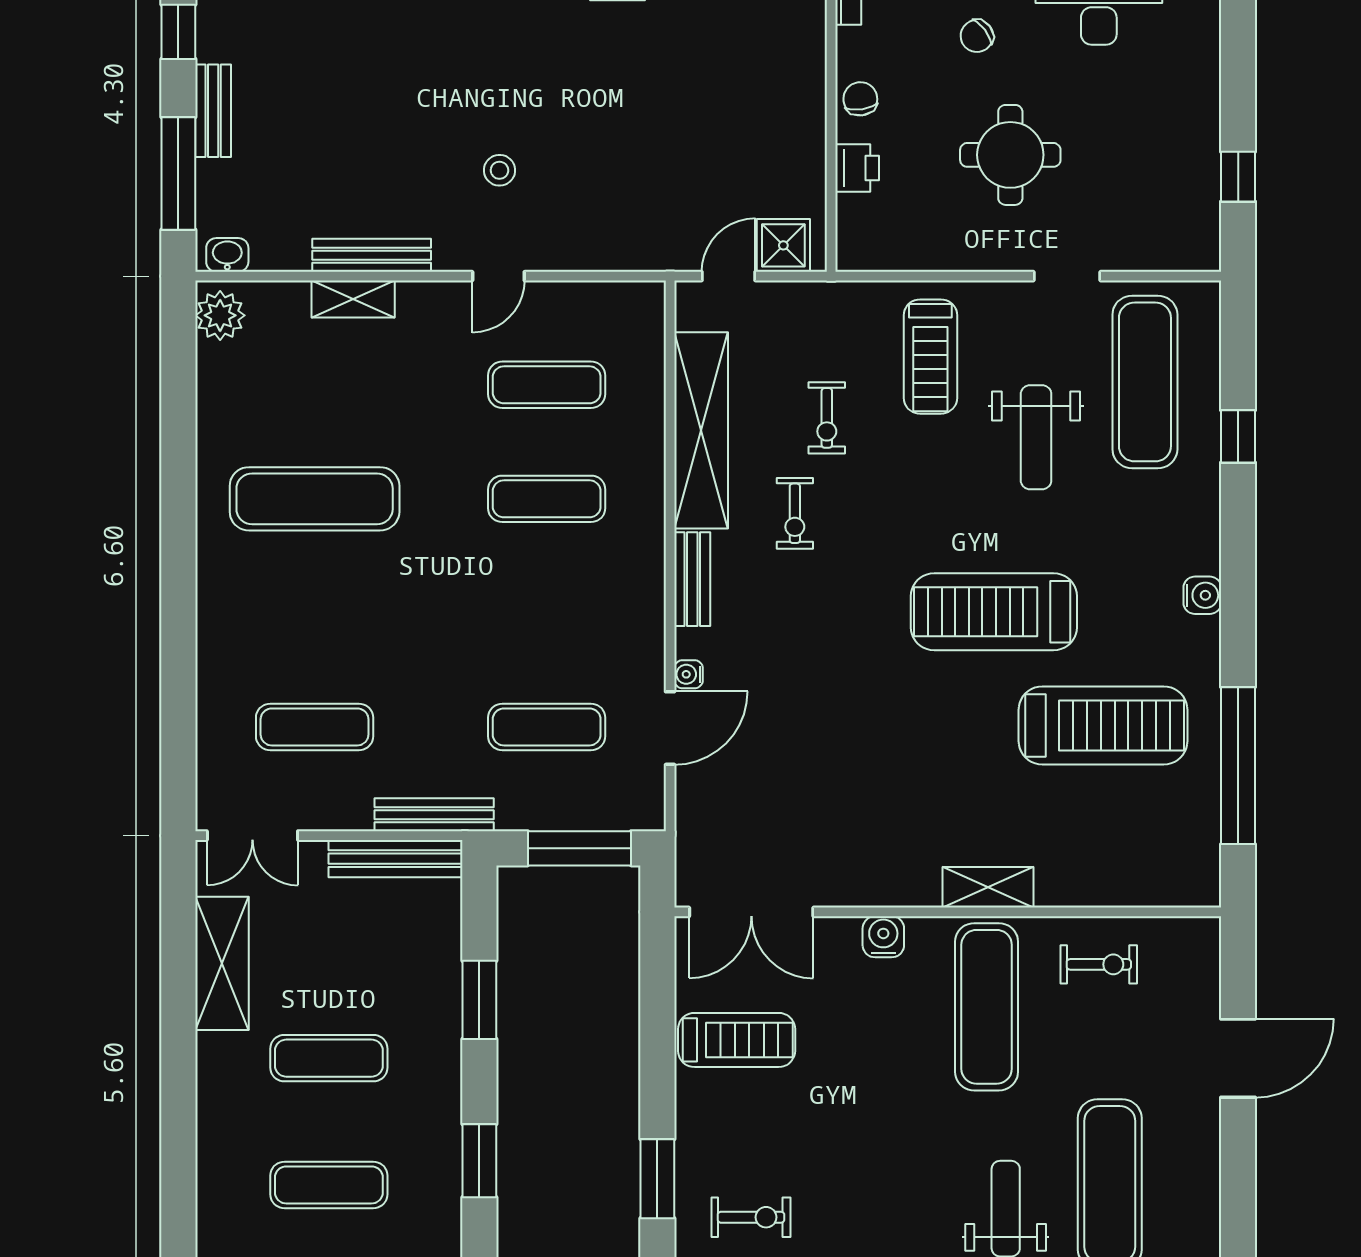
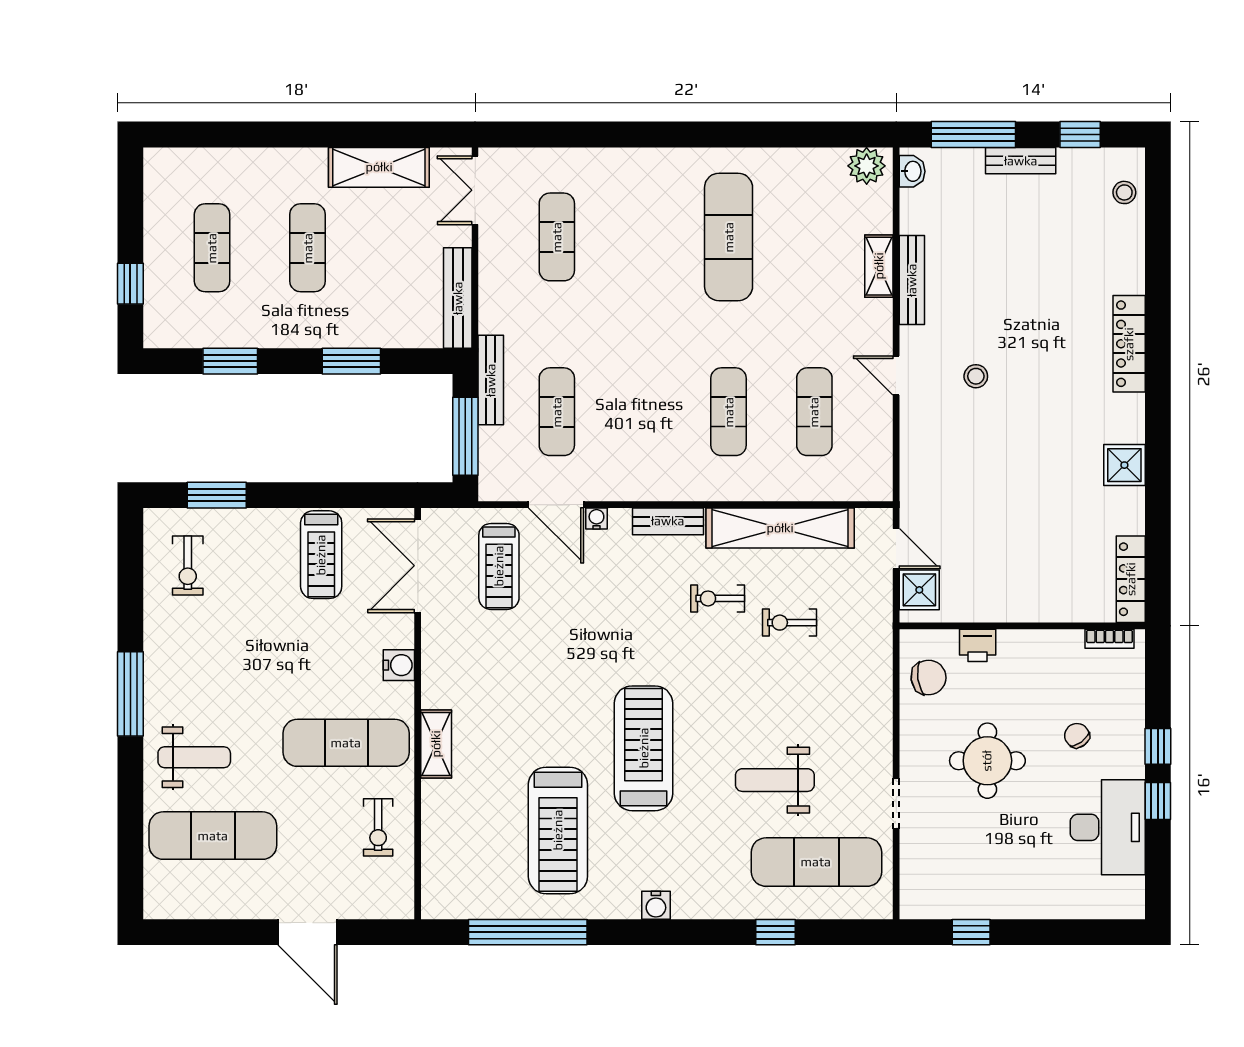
chair: (860, 99) -> (929, 677), moved, width x1.37, depth x1.37
treadmill: (930, 357) -> (499, 566), moved, turned -90
bench: (434, 815) -> (491, 380), moved

